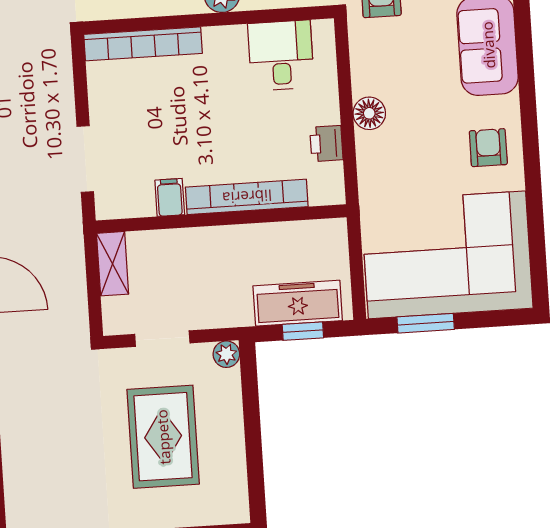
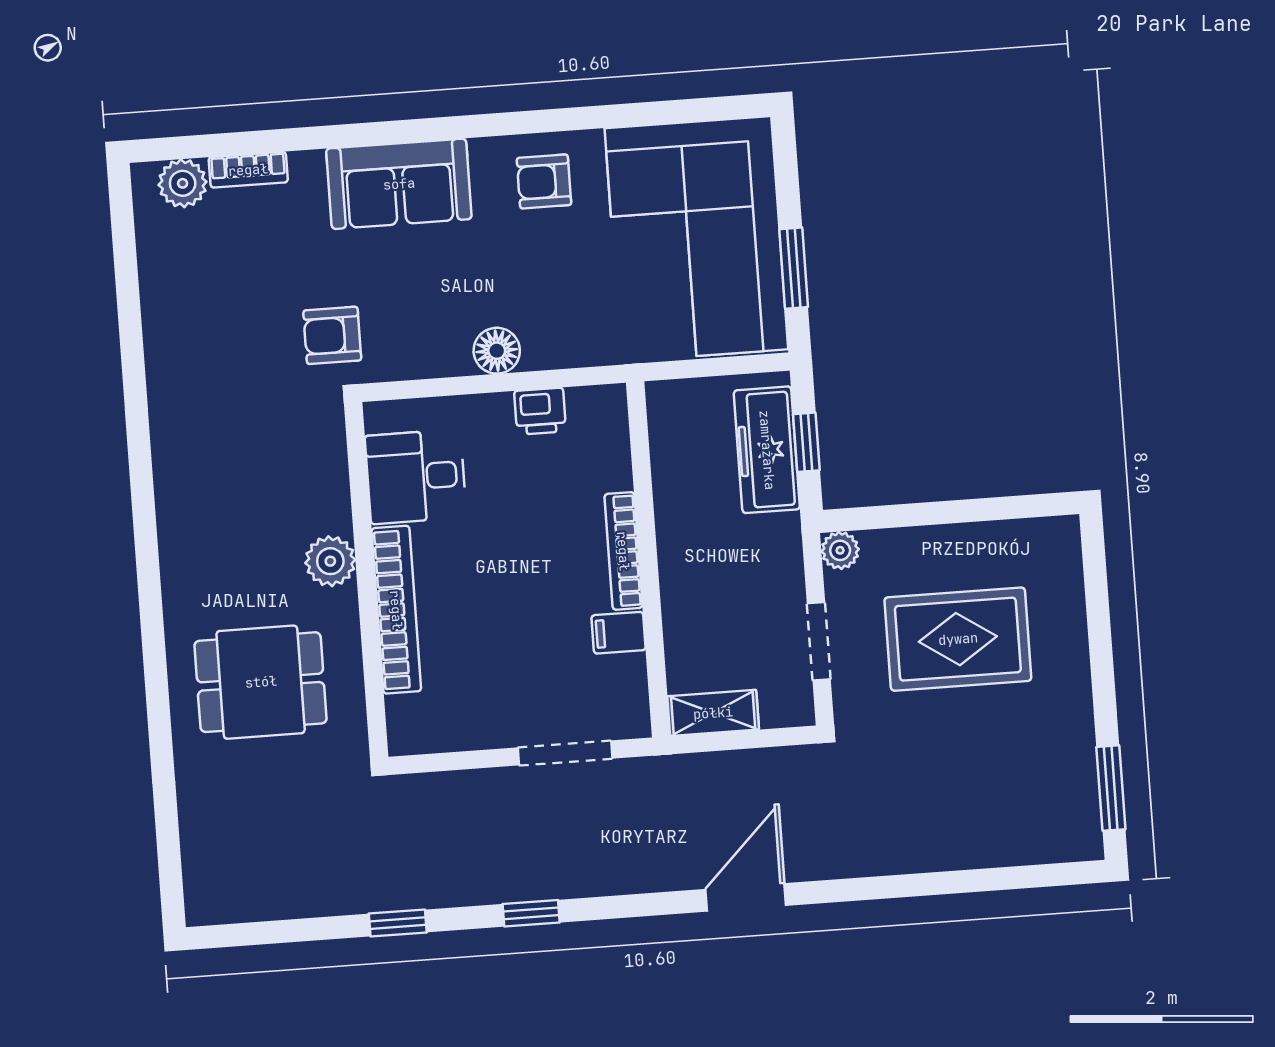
bookcase: (143, 44) -> (396, 610), moved
bookcase: (247, 197) -> (623, 551), width x0.68, depth x0.76

